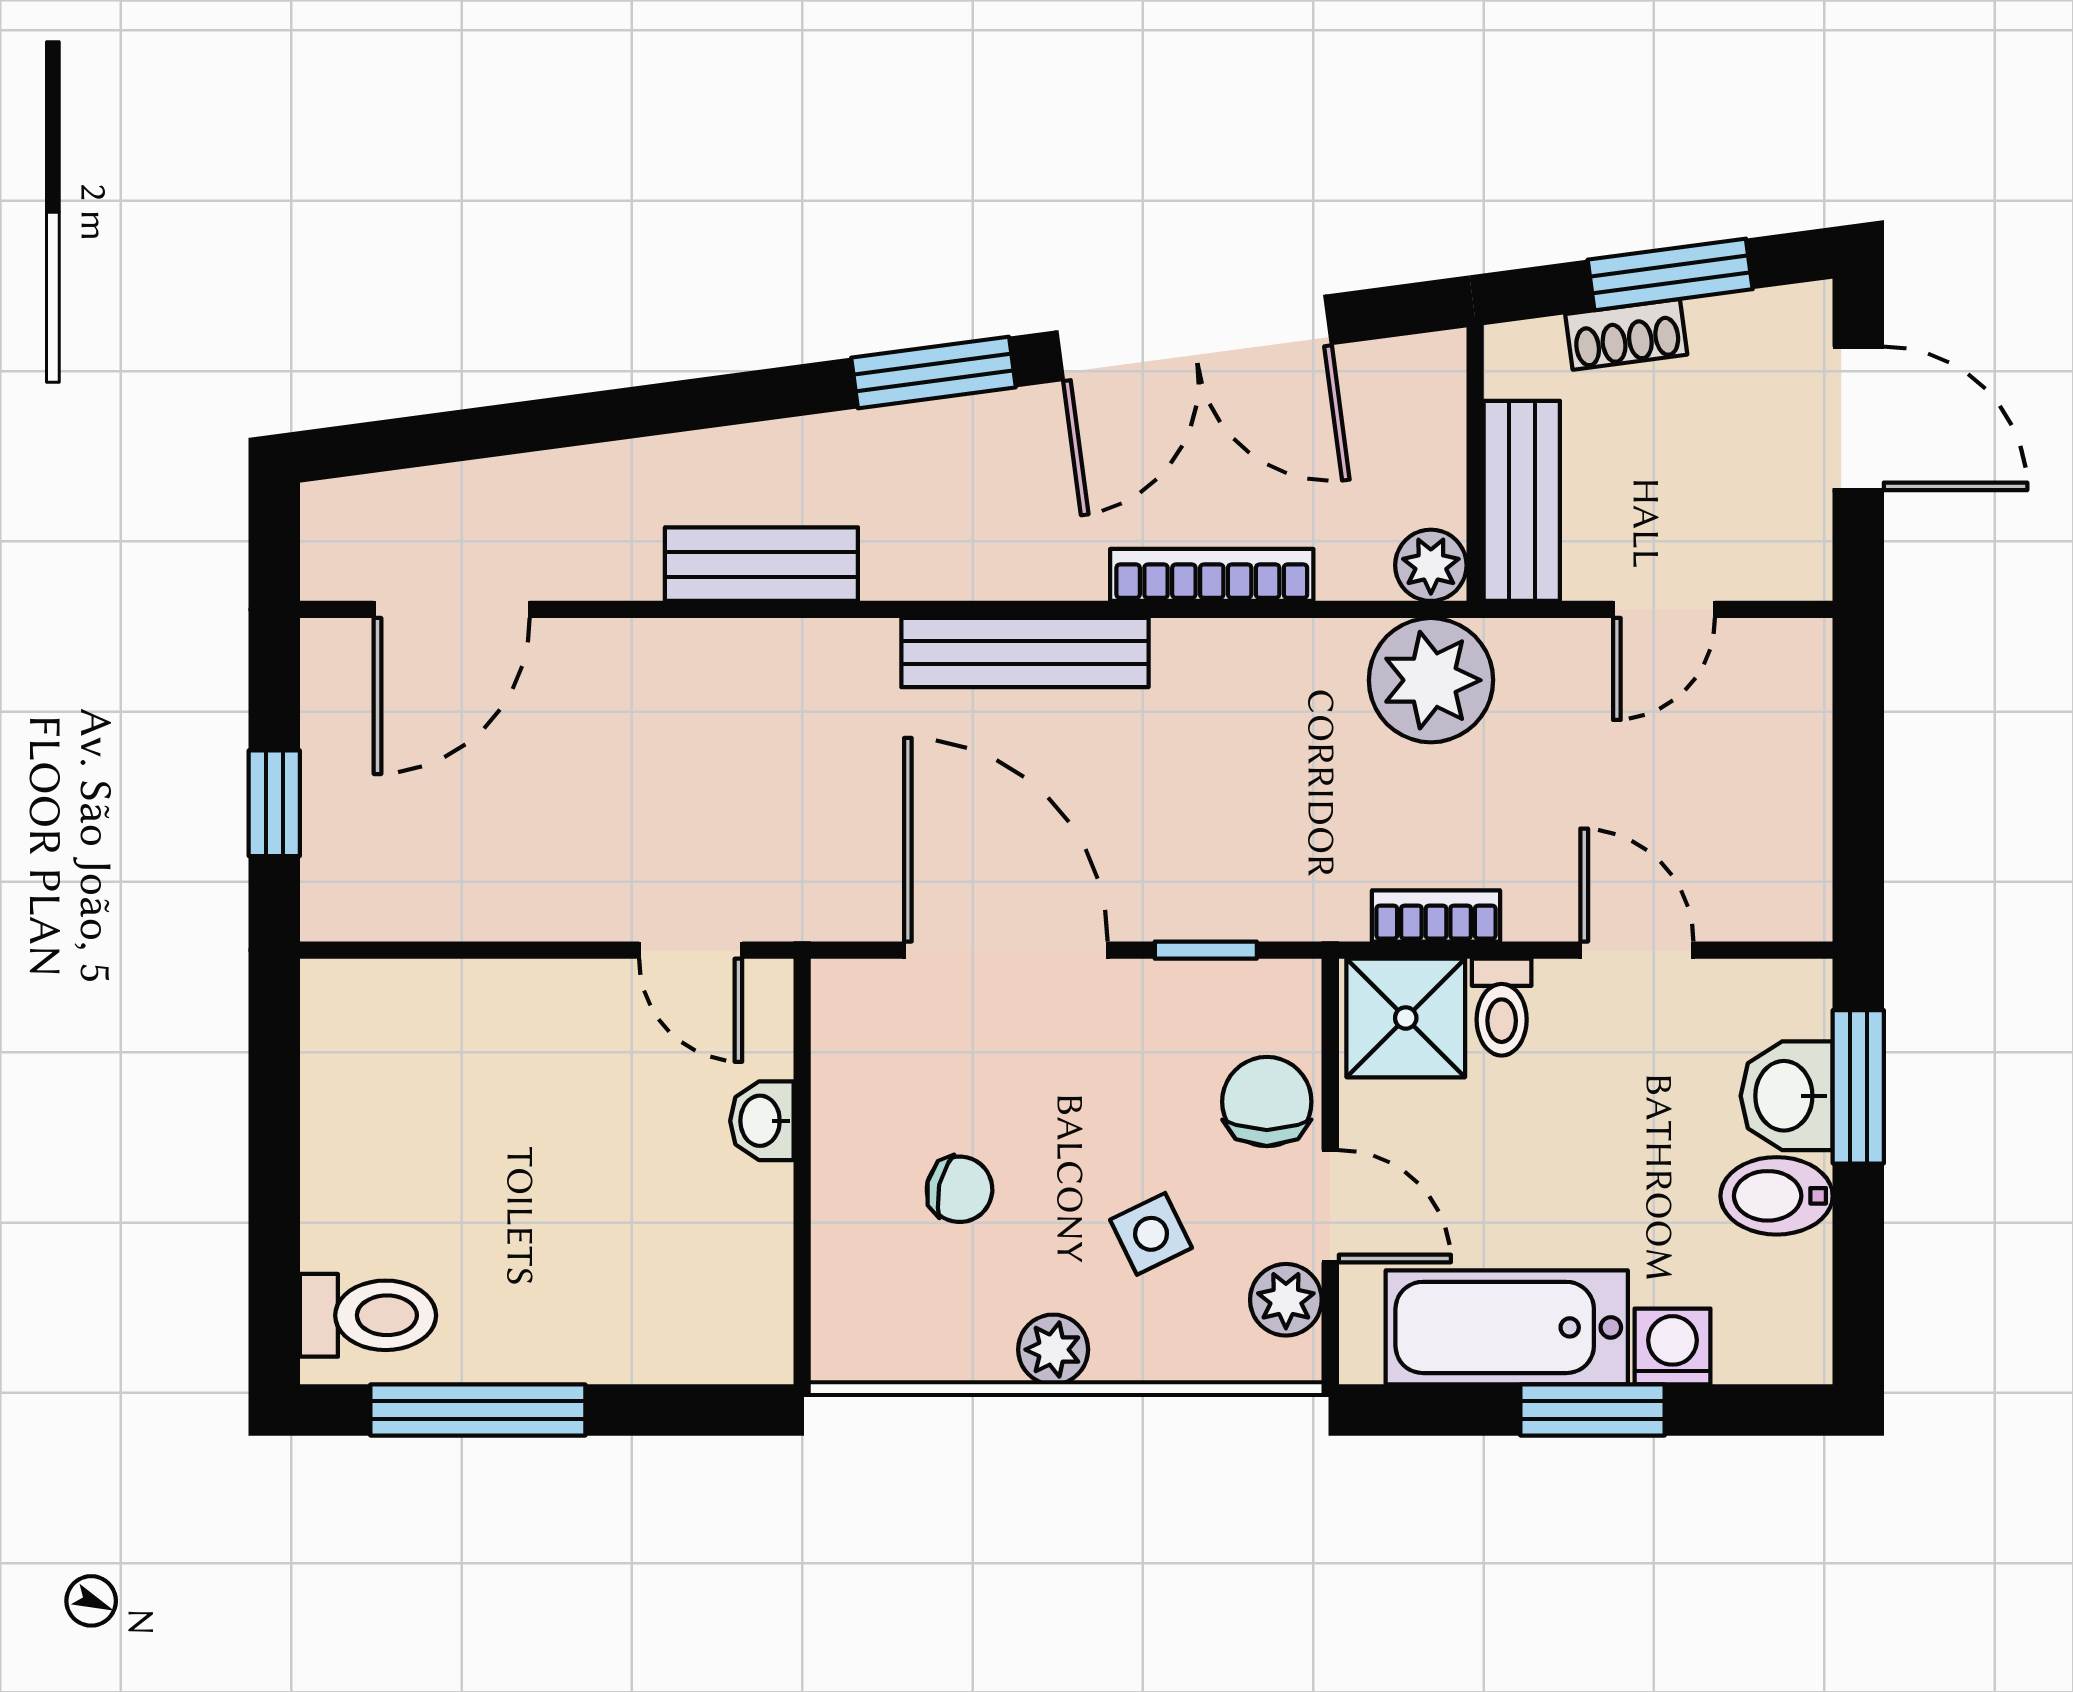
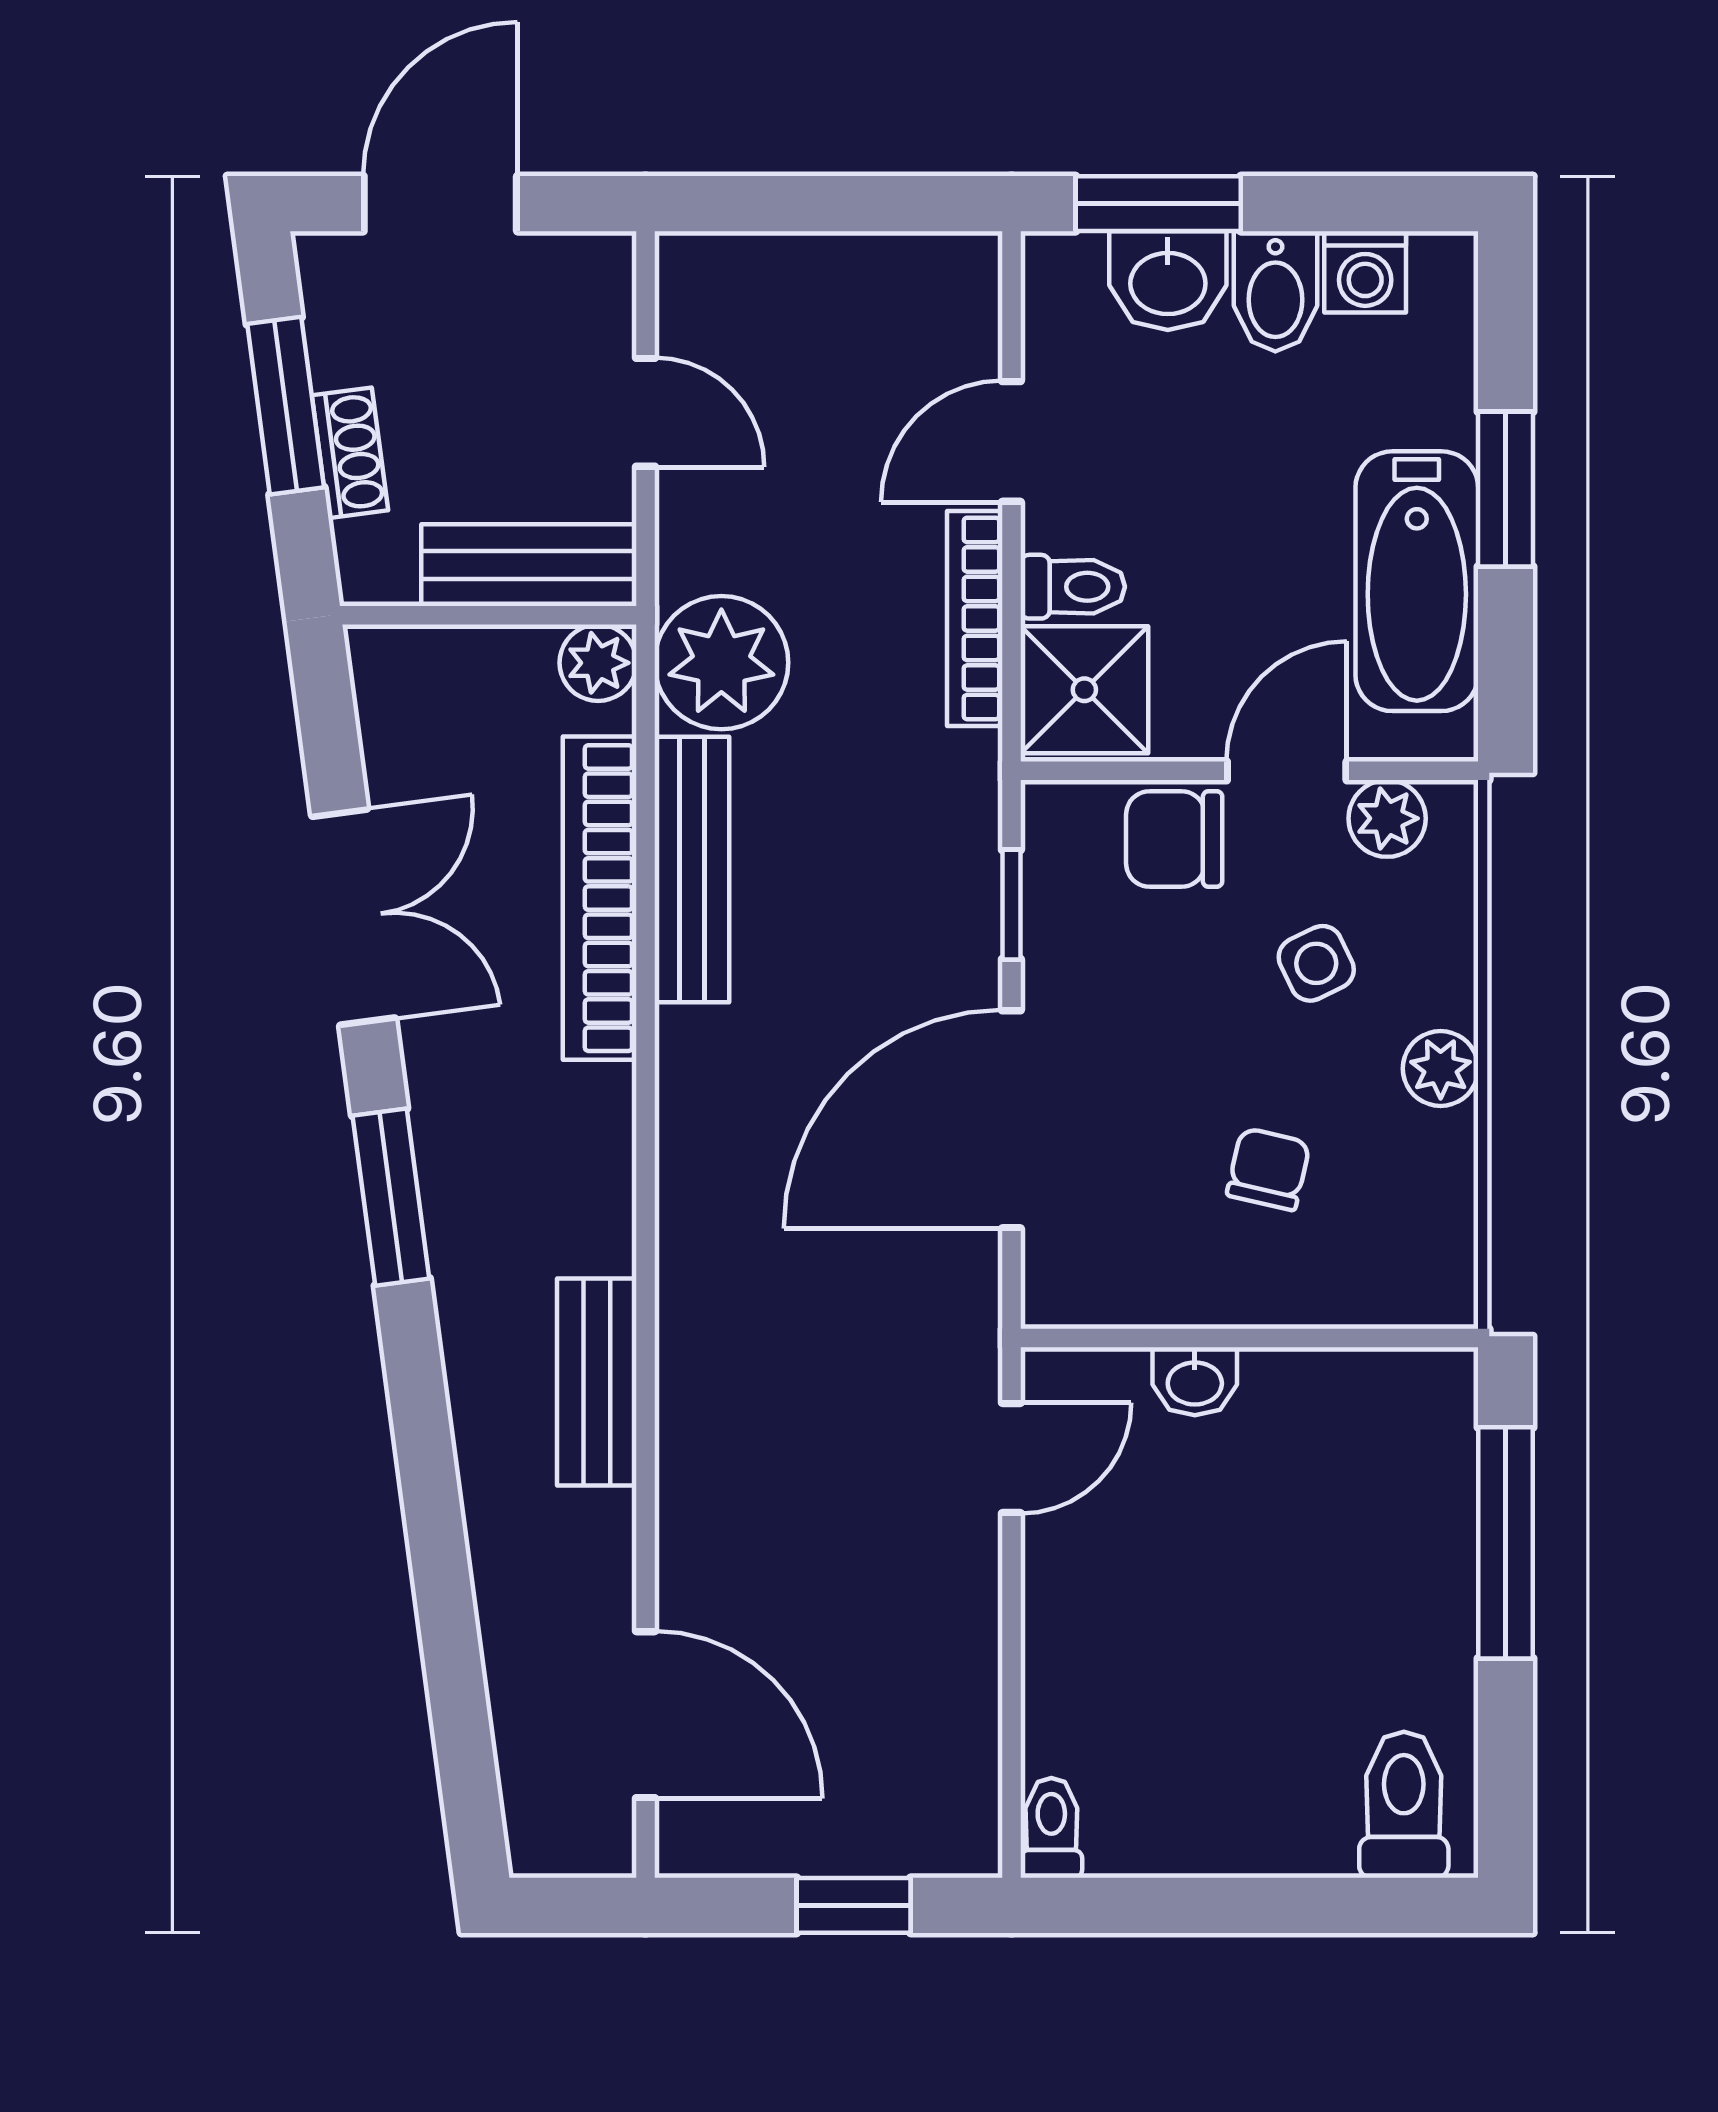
double door: (1194, 338) -> (354, 917), width x0.73
bookcase: (1212, 575) -> (600, 898), width x1.48, depth x1.31
bench: (1025, 653) -> (692, 870), moved
bookcase: (1436, 916) -> (975, 618), width x1.56
toilet: (346, 987) -> (1051, 1828), added
washing machine: (1672, 1347) -> (1365, 272), moved, turned -90
window: (478, 1410) -> (1506, 1543), moved

